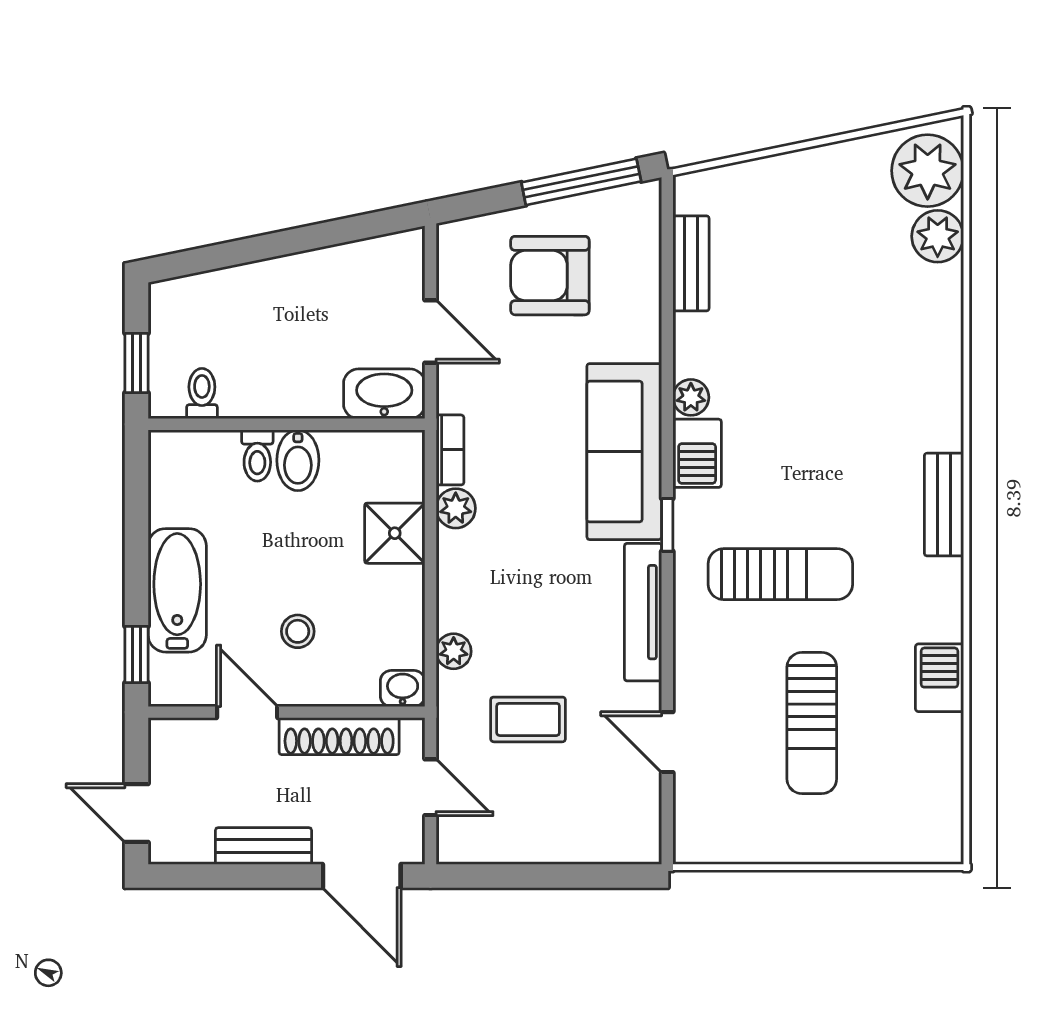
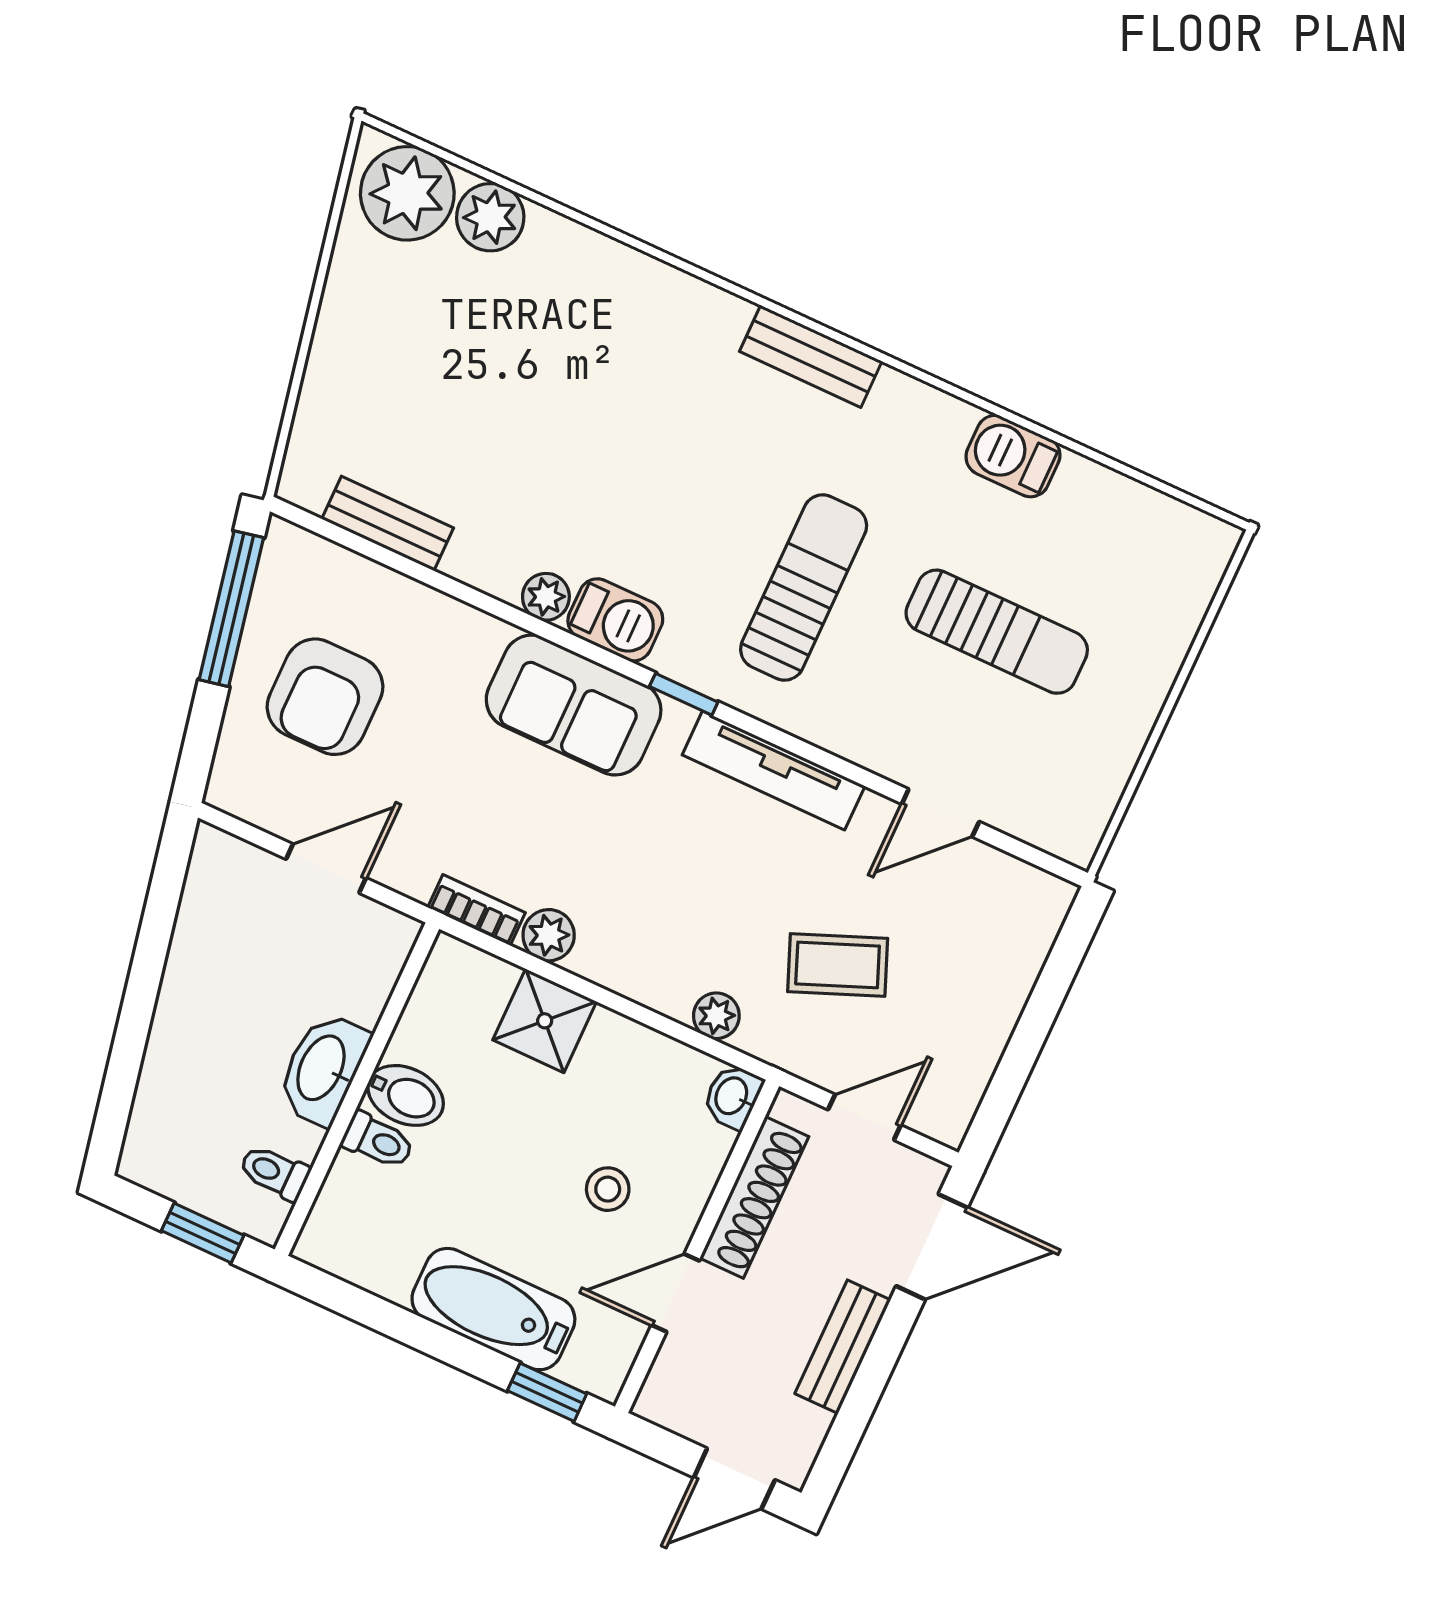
washbasin: (384, 394) -> (323, 1069), moved
sofa: (624, 452) -> (574, 705), width x0.73
coffee table: (528, 719) -> (838, 965), turned 68

